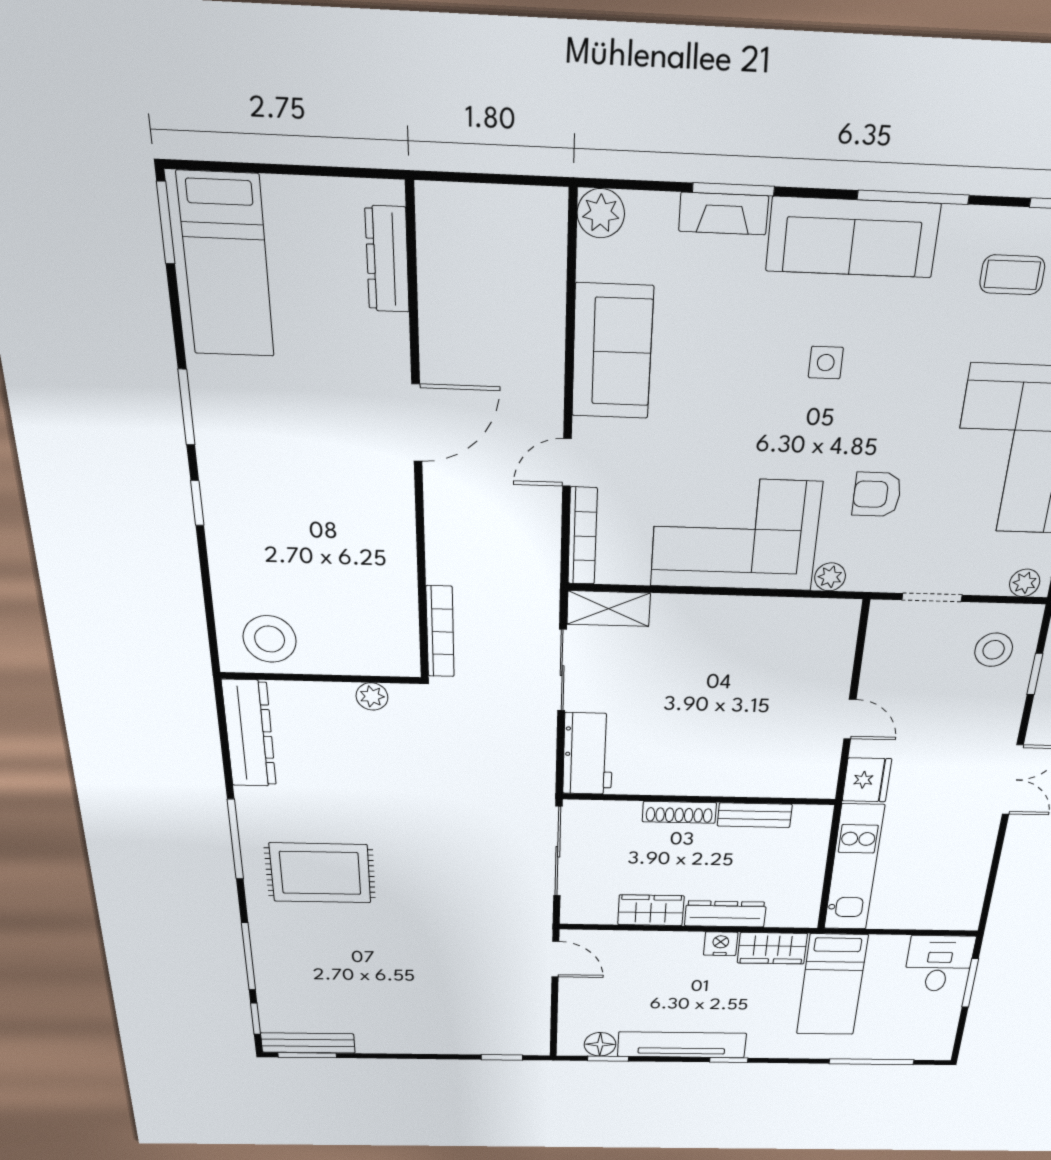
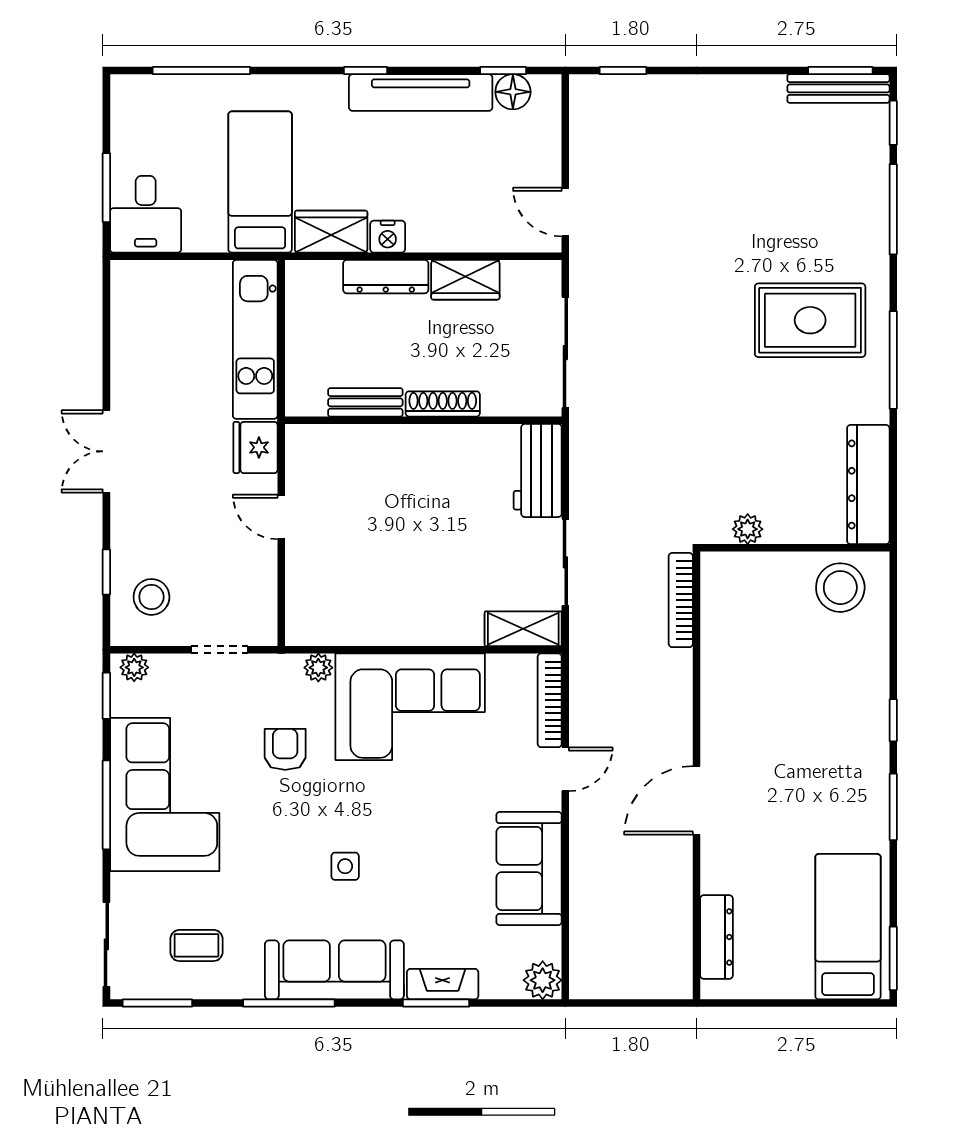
armchair: (877, 494) -> (285, 749), turned -90

